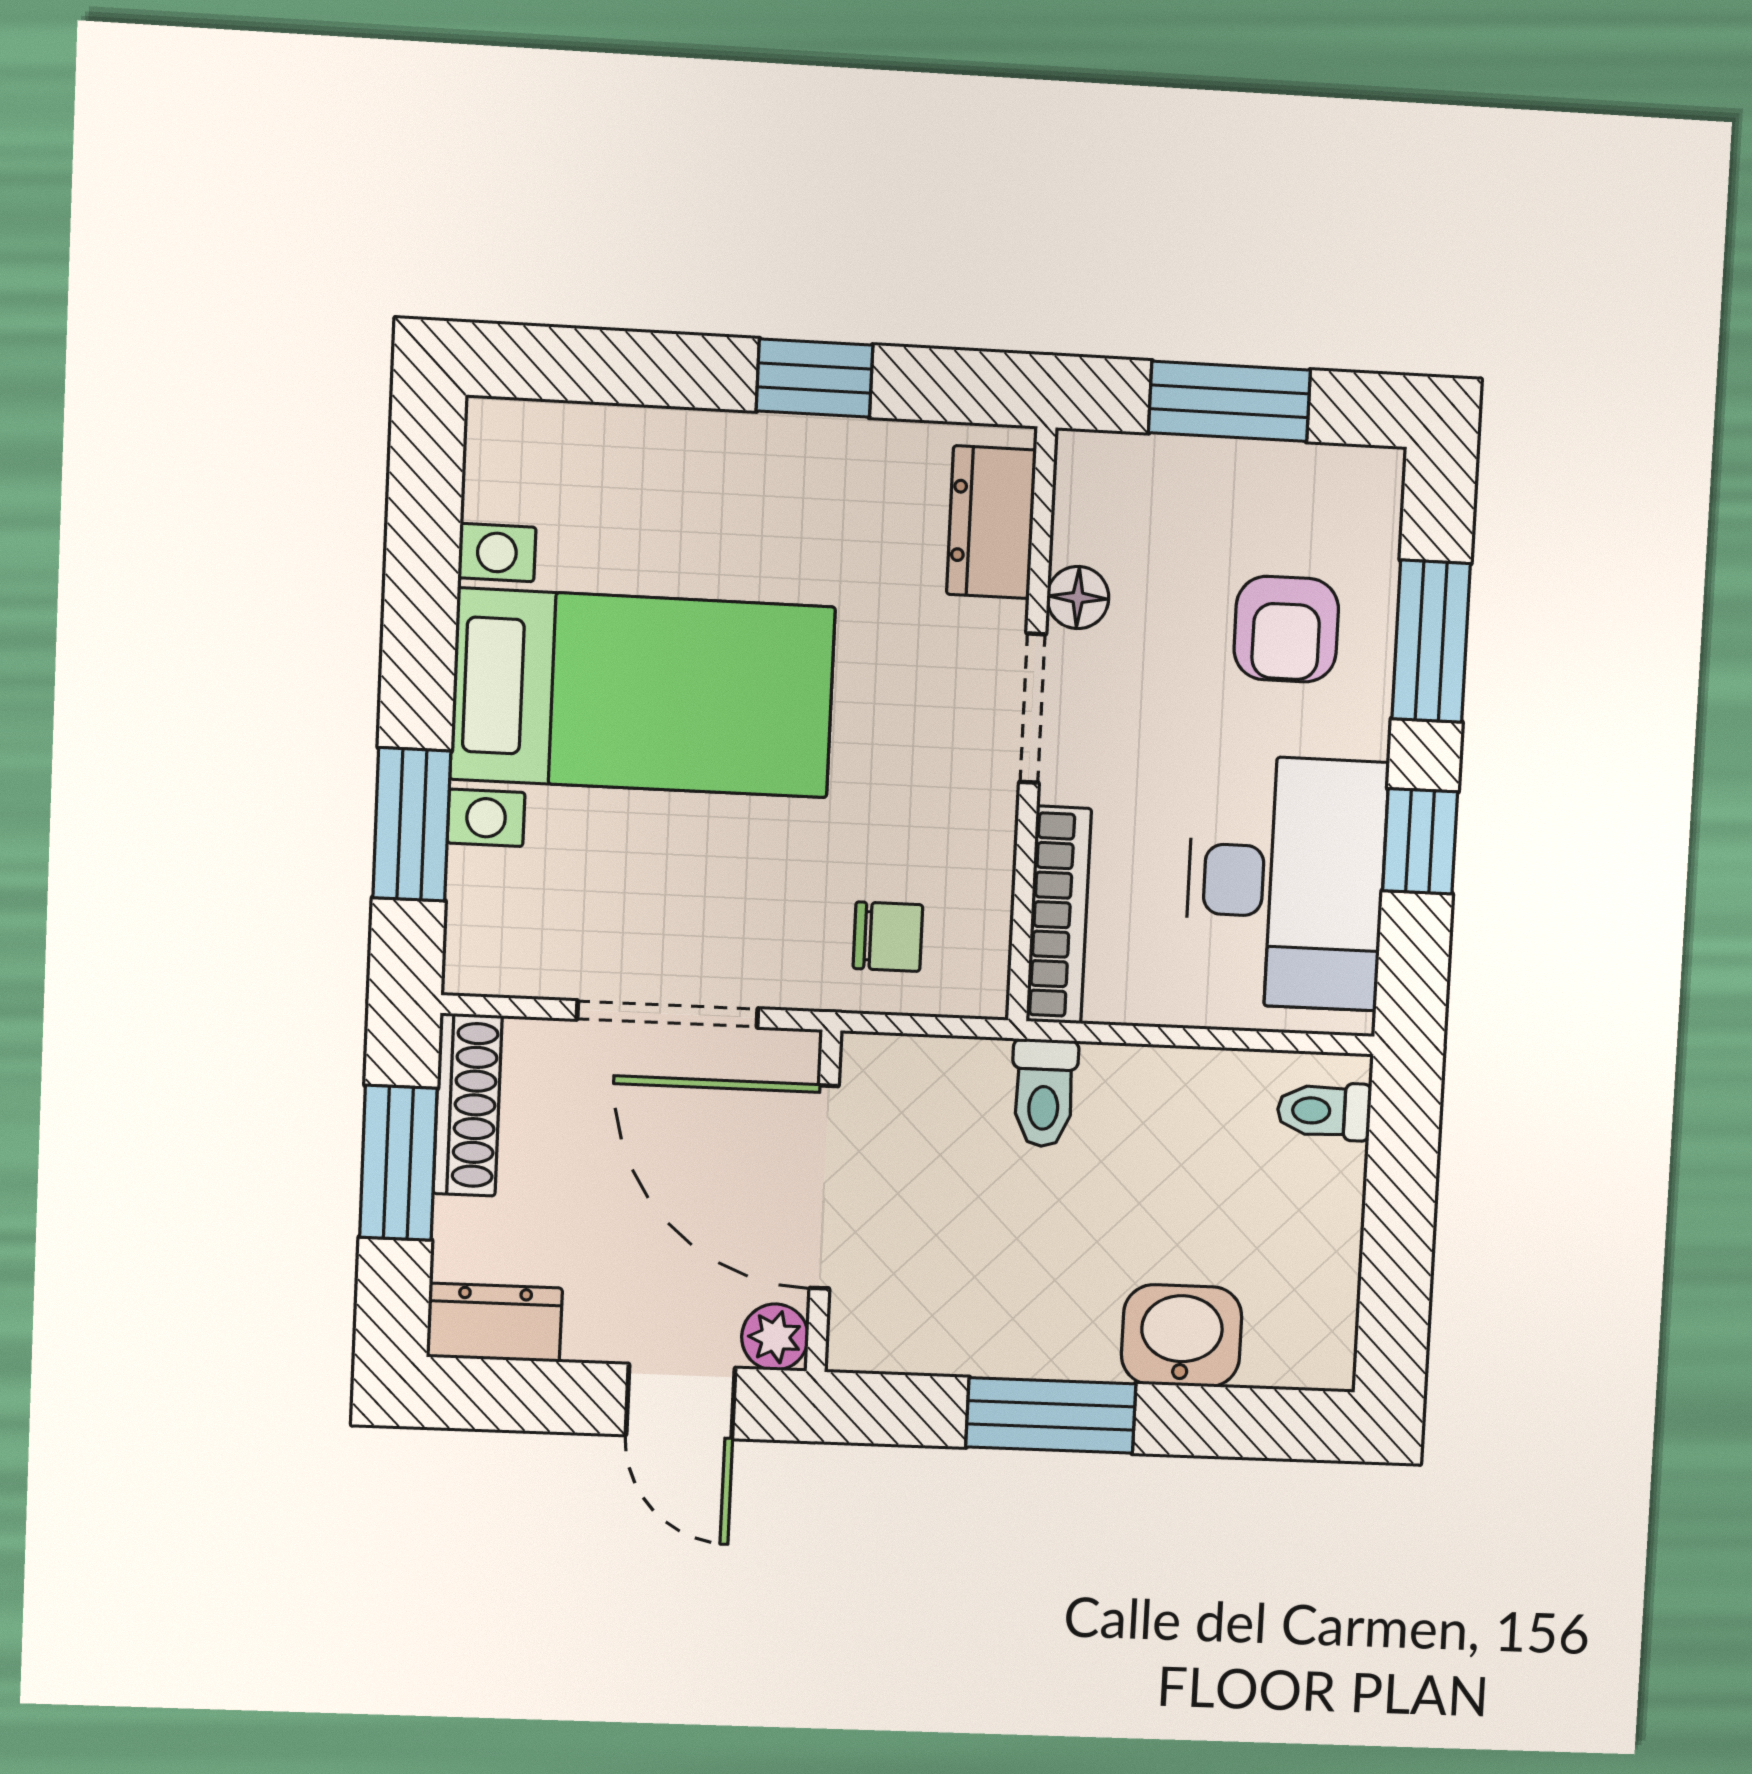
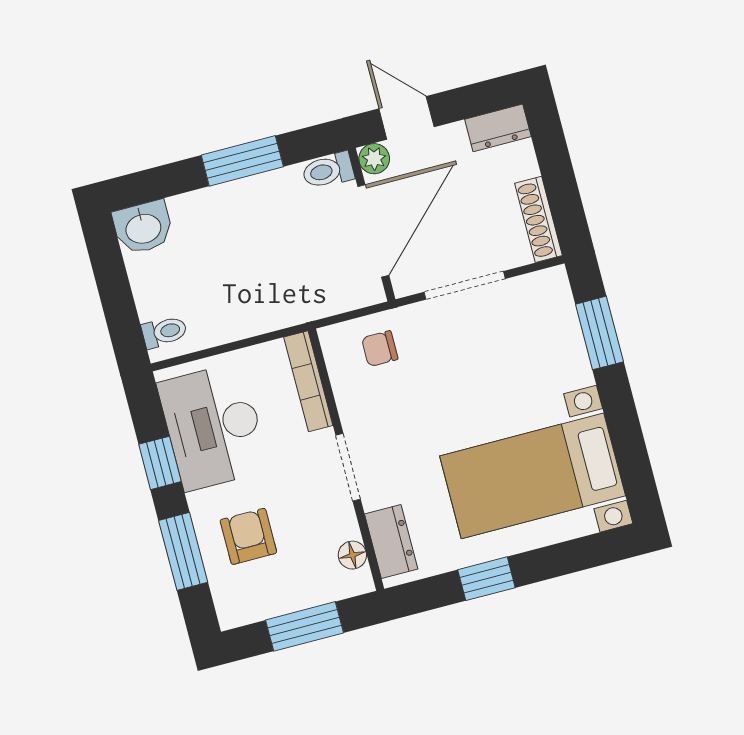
floor lamp: (1078, 598) -> (352, 555), moved
bed with nightstands: (643, 693) -> (533, 476), moved
toilet: (1044, 1093) -> (328, 171), moved, turned -90
window: (398, 1163) -> (561, 185), removed
door: (824, 1187) -> (373, 231), hinge flipped
washbasin: (1182, 1336) -> (143, 227), moved

